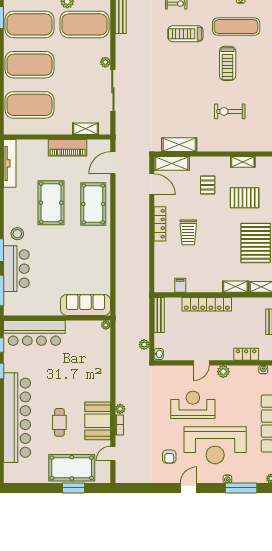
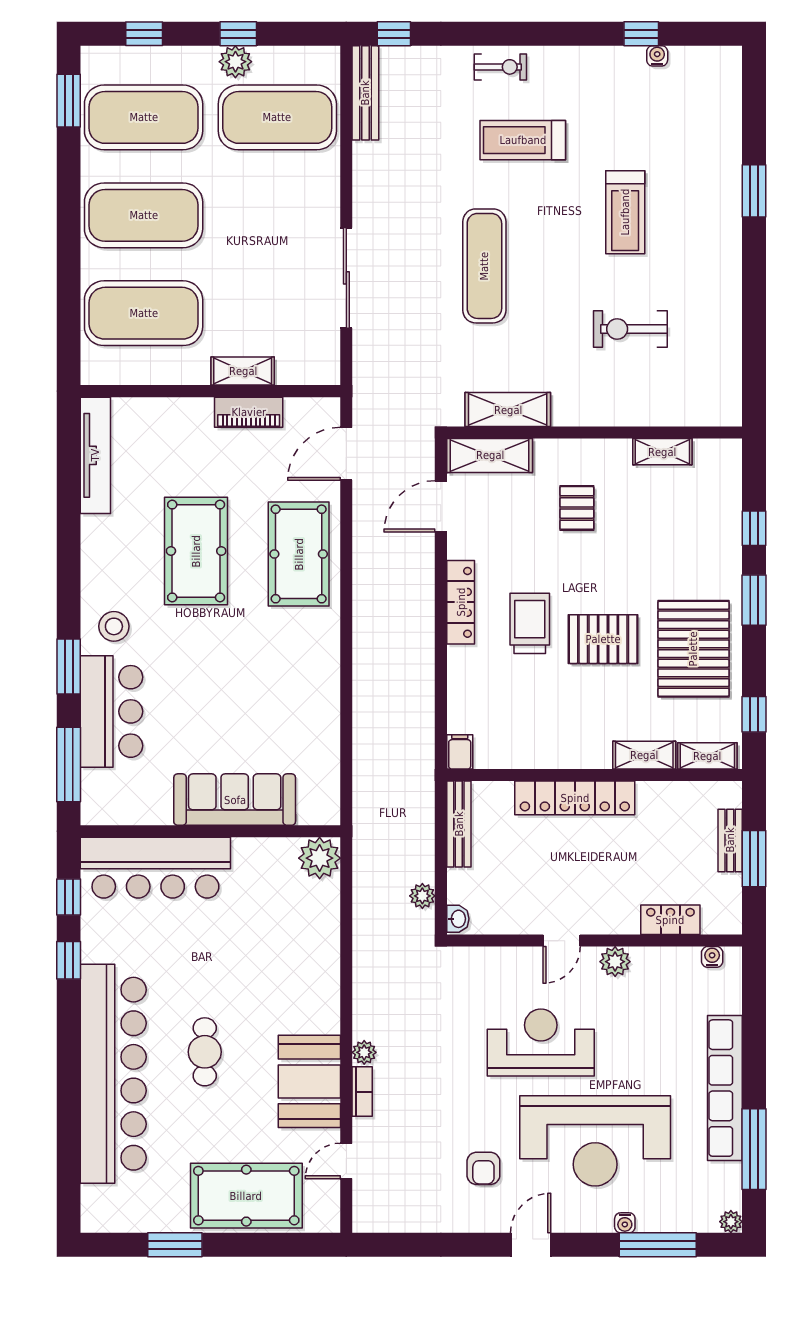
exercise mat: (236, 27) -> (484, 266), moved, turned 90
plant: (105, 62) -> (328, 209), removed
shelving: (85, 129) -> (243, 371), moved
piano: (68, 148) -> (249, 412), width x0.73, depth x0.75
door: (152, 184) -> (441, 506), swing flipped
pallet: (245, 198) -> (603, 639), moved
trolley: (188, 232) -> (530, 623), turned 180
filing cabinet: (180, 285) -> (460, 752), moved
sofa: (85, 305) -> (235, 800), moved
plant: (106, 325) -> (320, 858), width x1.88, depth x1.88
cafe table: (59, 422) -> (205, 1052), moved
window: (73, 488) -> (175, 1245), moved

